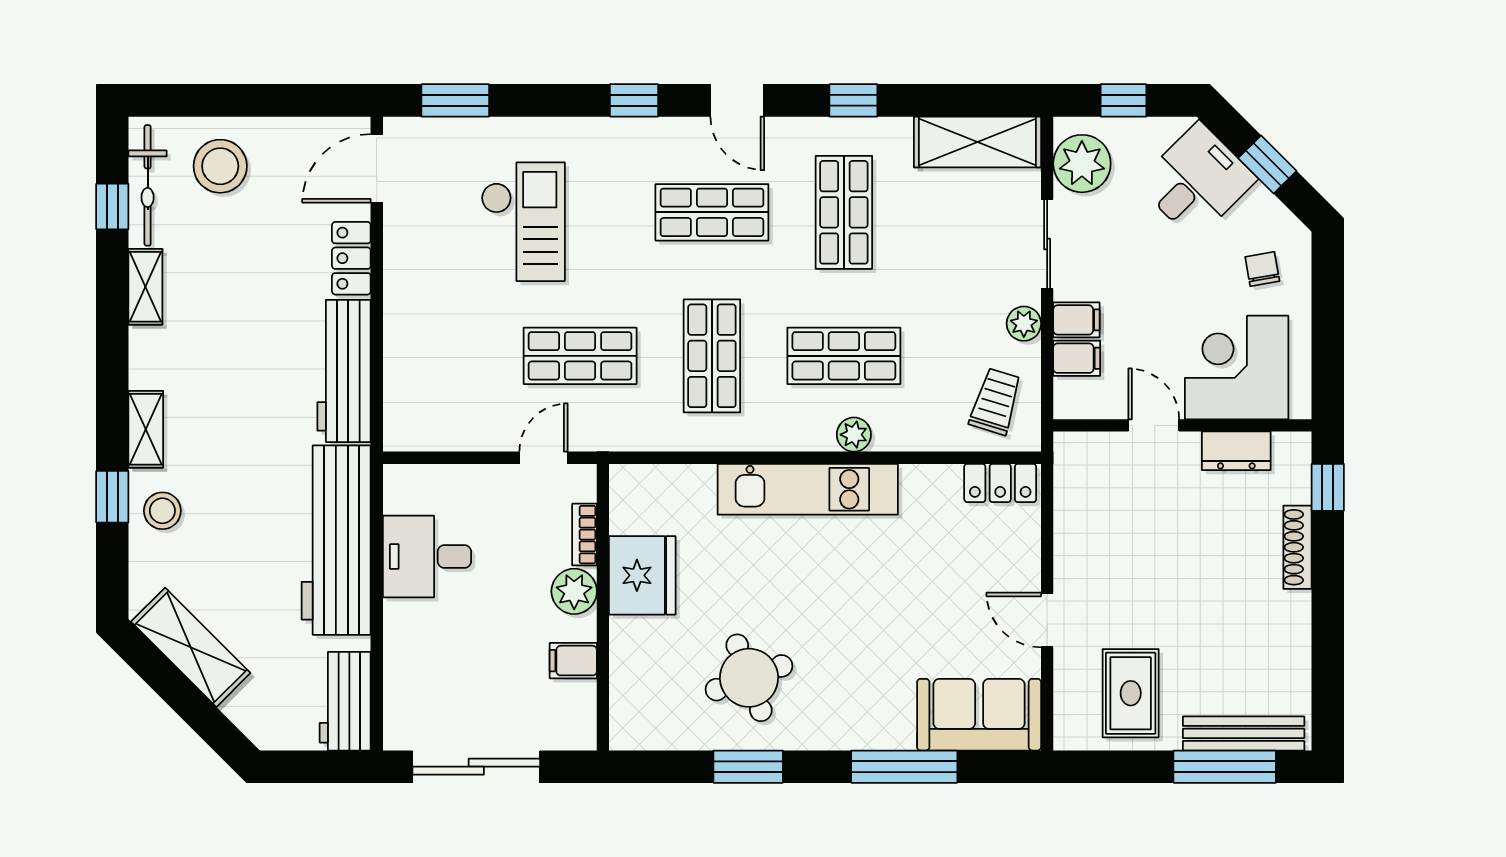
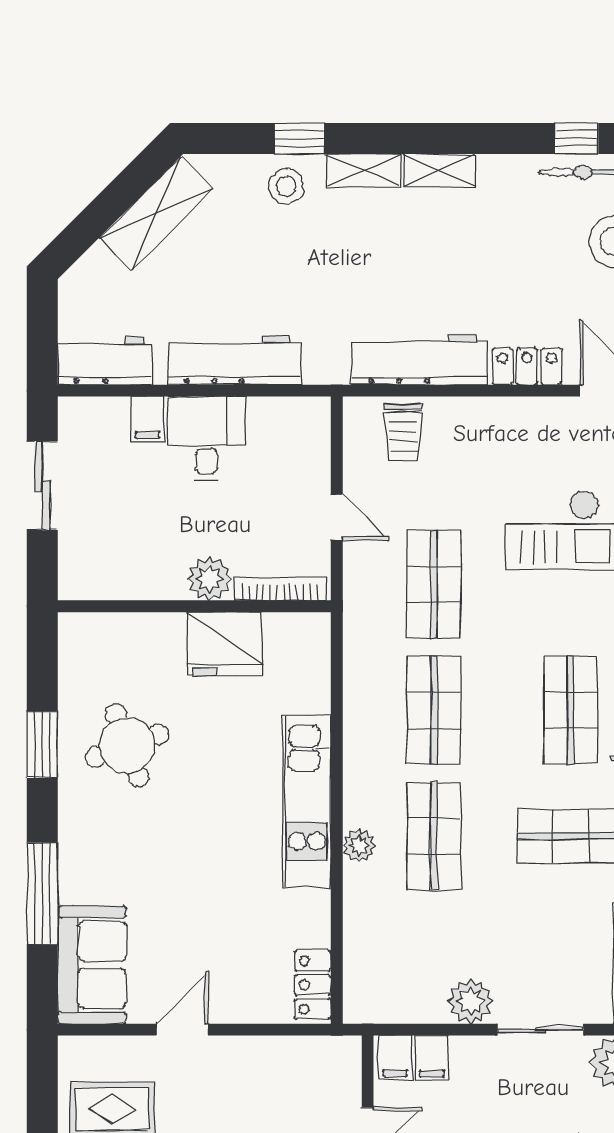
shelving: (145, 287) -> (440, 170), moved
filing cabinet: (1076, 320) -> (395, 1058), moved
plant: (1024, 324) -> (471, 1001), width x1.38, depth x1.38
shop shelf: (712, 356) -> (434, 710), turned 90
trolley: (996, 402) -> (403, 432), moved, turned 73
door: (543, 458) -> (337, 517), moved
bookcase: (585, 535) -> (280, 589), width x1.56
workbench: (336, 540) -> (234, 360), width x0.73, depth x0.76
desk: (427, 556) -> (207, 439), moved
filing cabinet: (573, 661) -> (148, 419), moved, turned 180
sliding door: (476, 767) -> (42, 486), width x0.73

